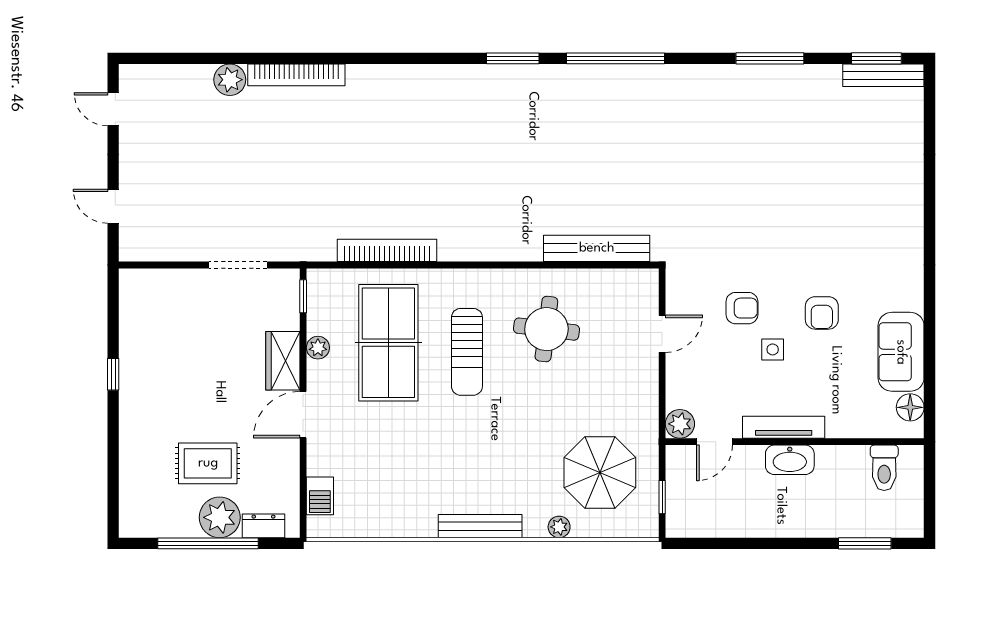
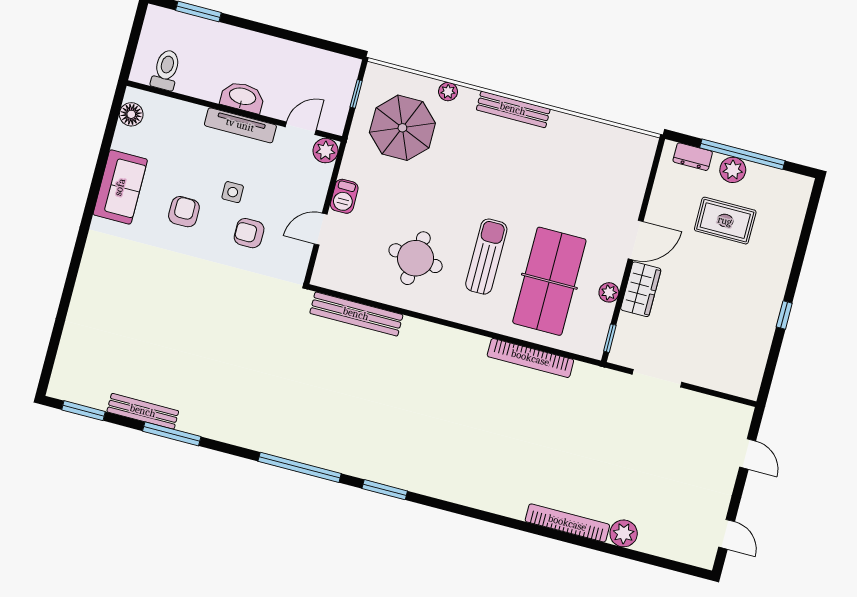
bench: (883, 75) -> (143, 411), moved
sofa: (901, 352) -> (120, 187), moved
barbecue: (320, 496) -> (344, 196), moved, turned 180
plant: (220, 517) -> (733, 170), width x0.73, depth x0.73

